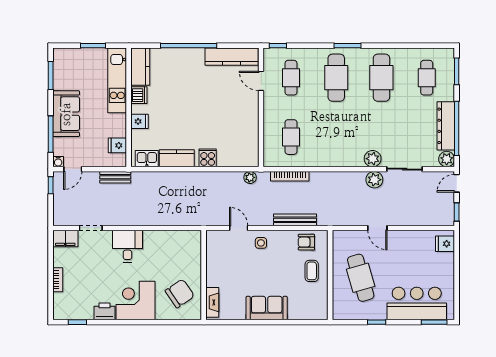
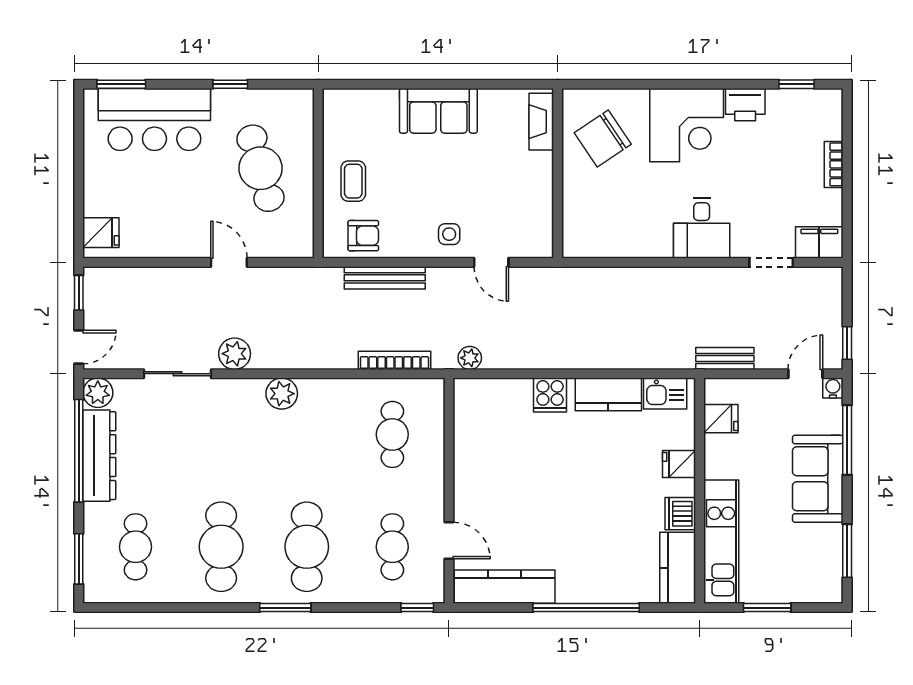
plant: (373, 159) -> (282, 394), moved

